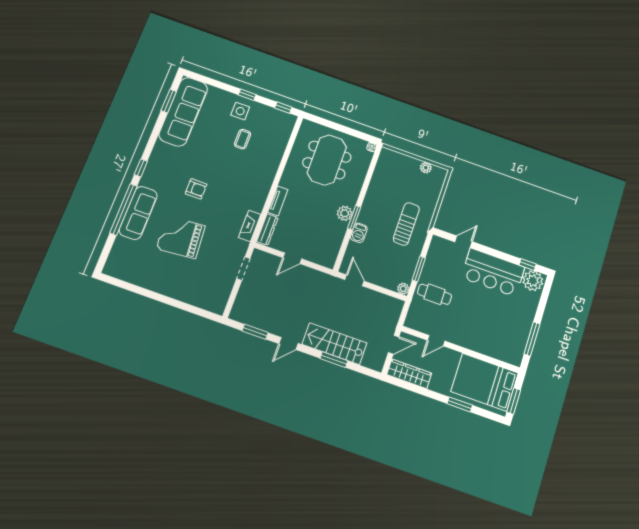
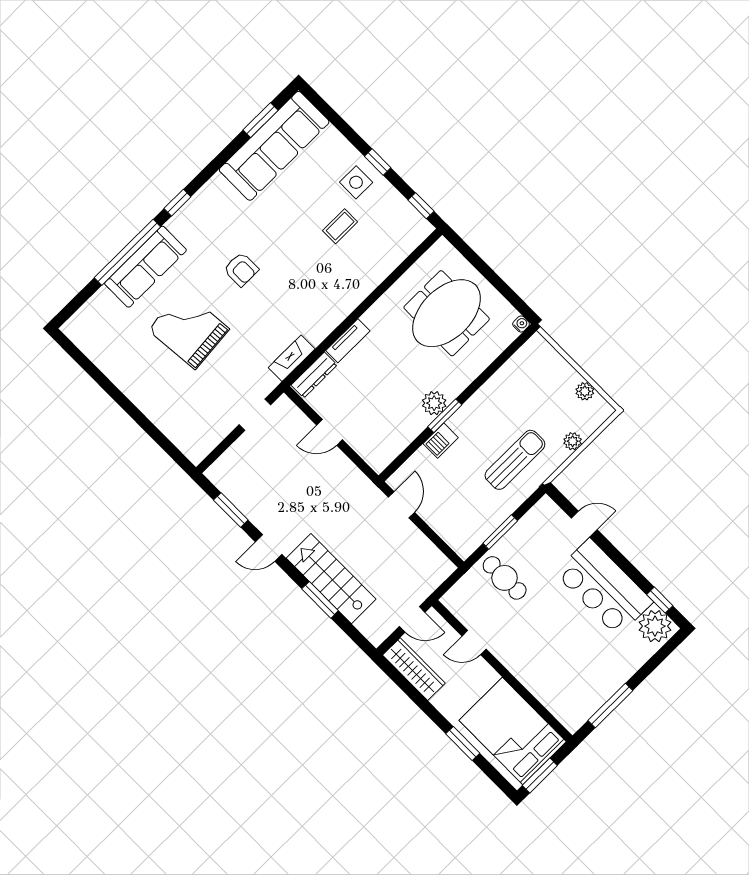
plant: (403, 289) -> (573, 441), moved

